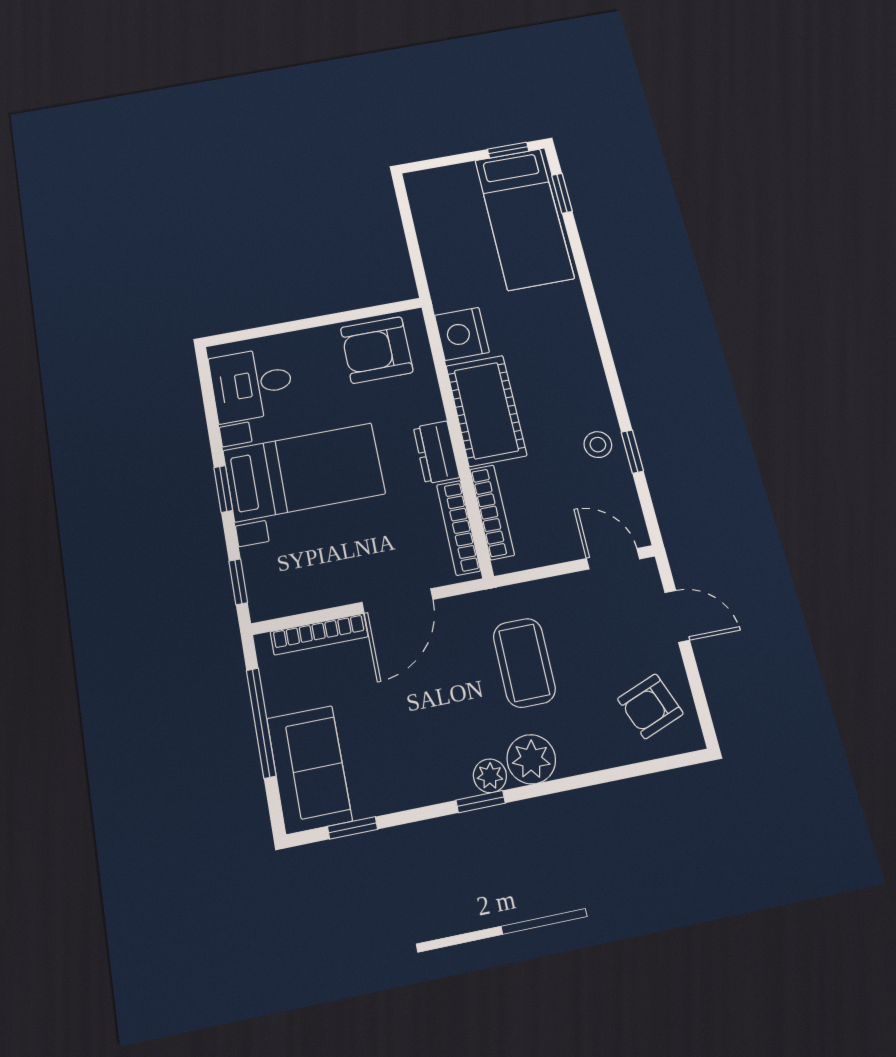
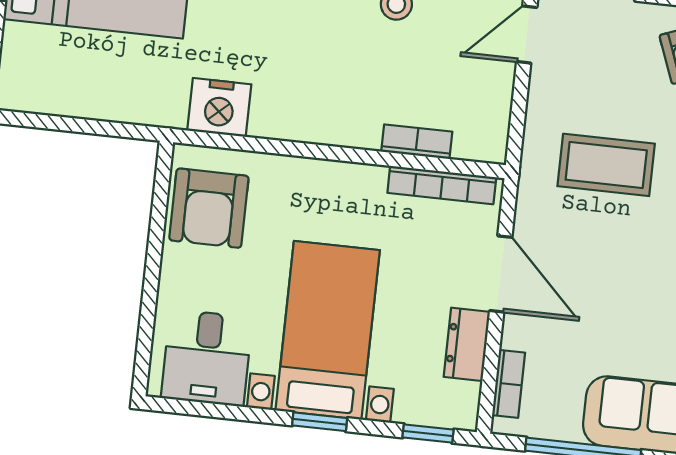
cot: (486, 410) -> (319, 111), removed
dresser: (436, 452) -> (467, 344), moved, turned 90
bookcase: (492, 512) -> (417, 142), width x0.64
bookcase: (319, 634) -> (509, 384), width x0.64

